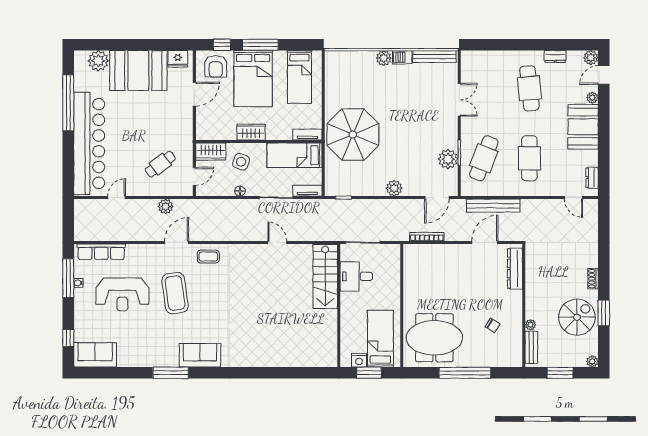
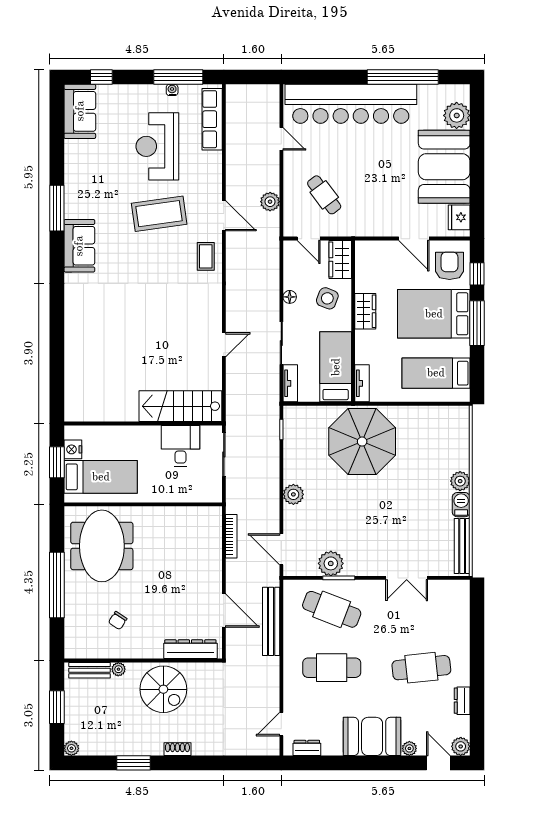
armchair: (216, 66) -> (449, 266), turned 90
spiral stairs: (577, 317) -> (163, 689), moved

